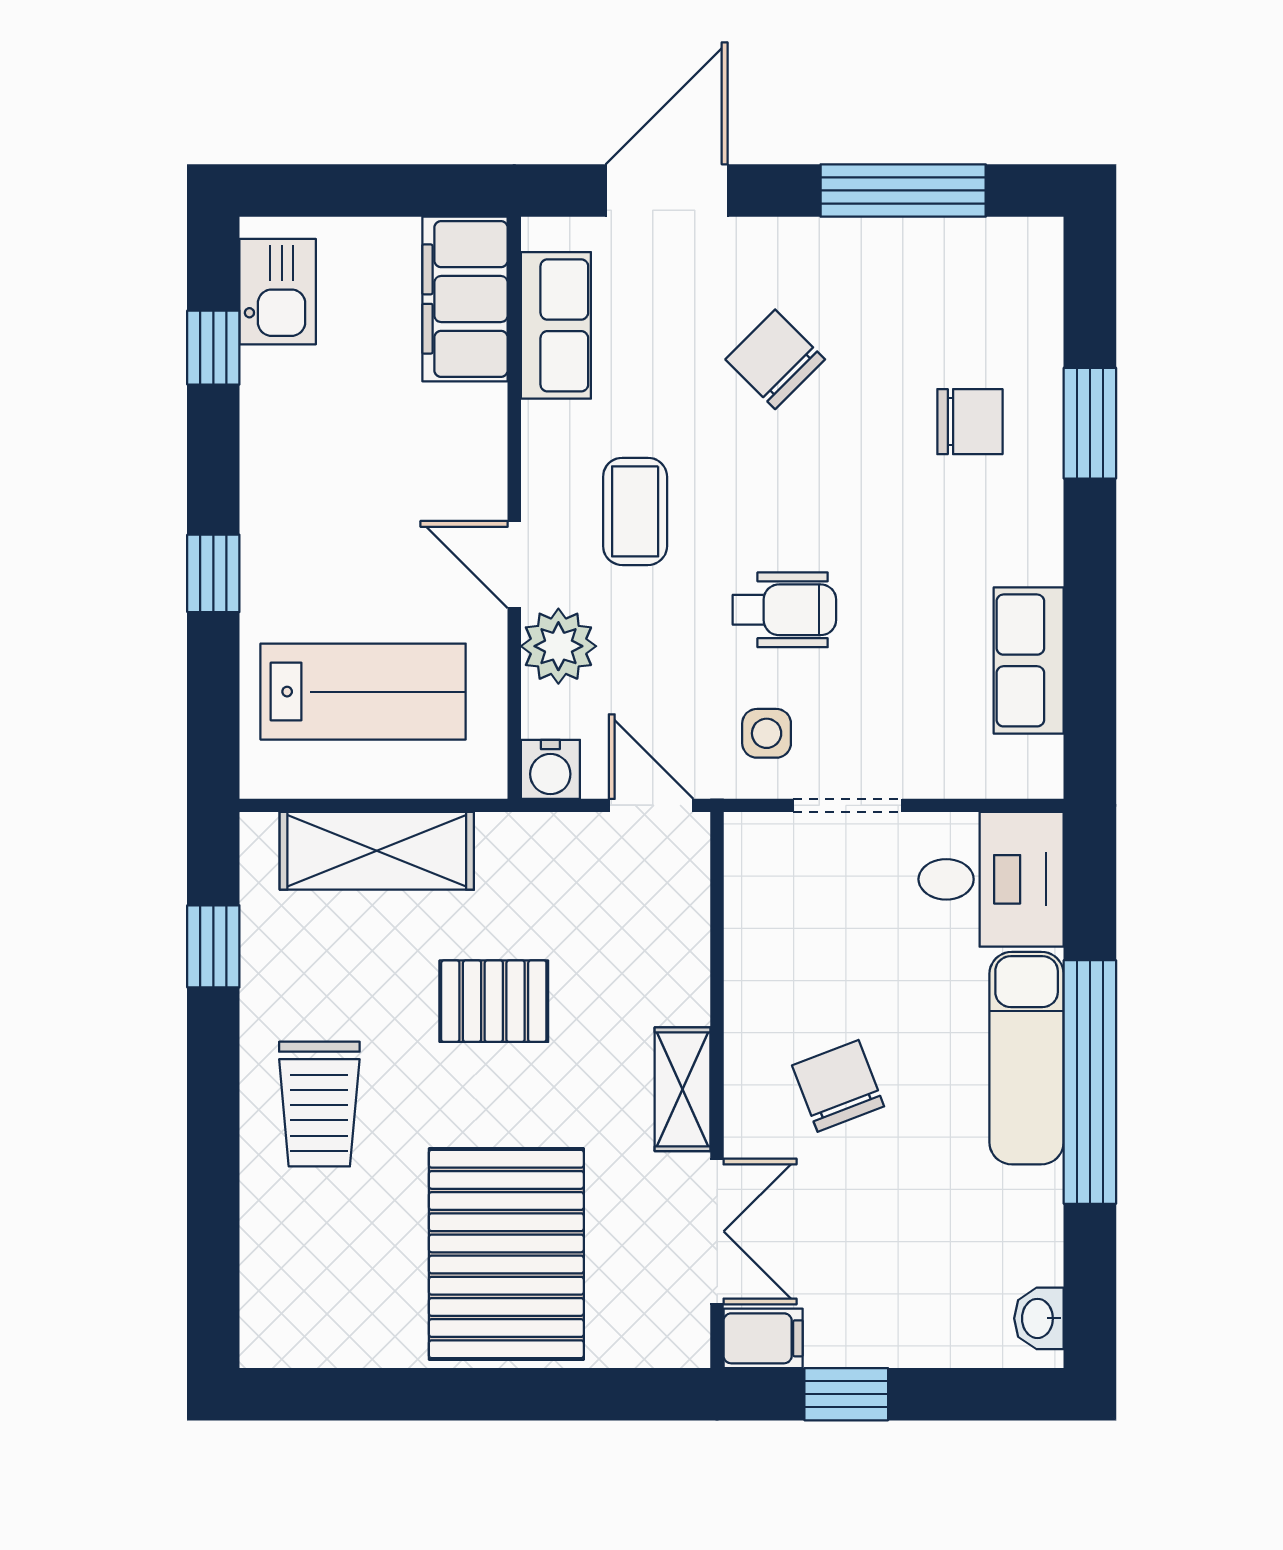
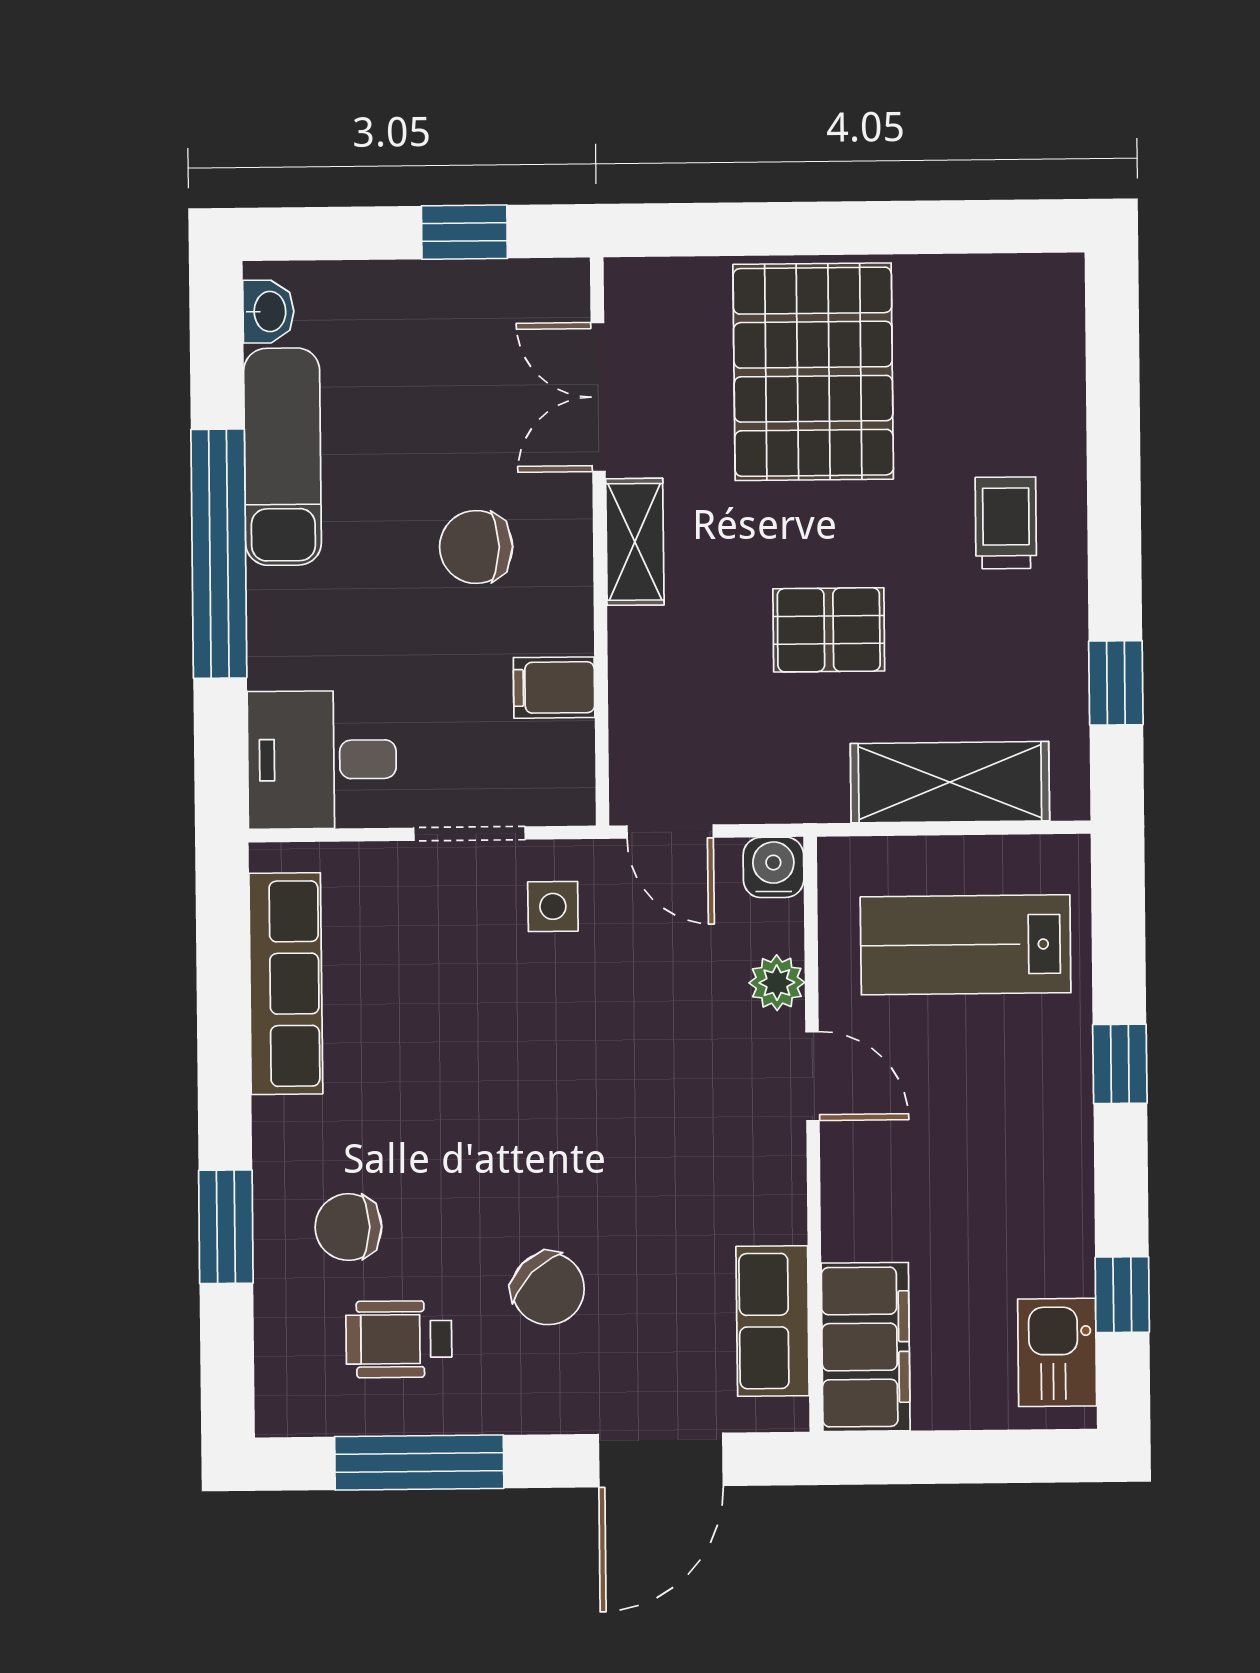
coffee table: (635, 511) -> (690, 1132), removed
wheelchair: (784, 610) -> (399, 1339), moved
plant: (558, 646) -> (777, 983), width x0.73, depth x0.73
row of seats: (1029, 660) -> (286, 984), width x1.48
exam couch: (1027, 1058) -> (283, 457), moved
chair: (838, 1086) -> (476, 547), turned 111
trolley: (319, 1104) -> (1006, 523), width x0.73, depth x0.72
filing cabinet: (763, 1338) -> (554, 688), moved

